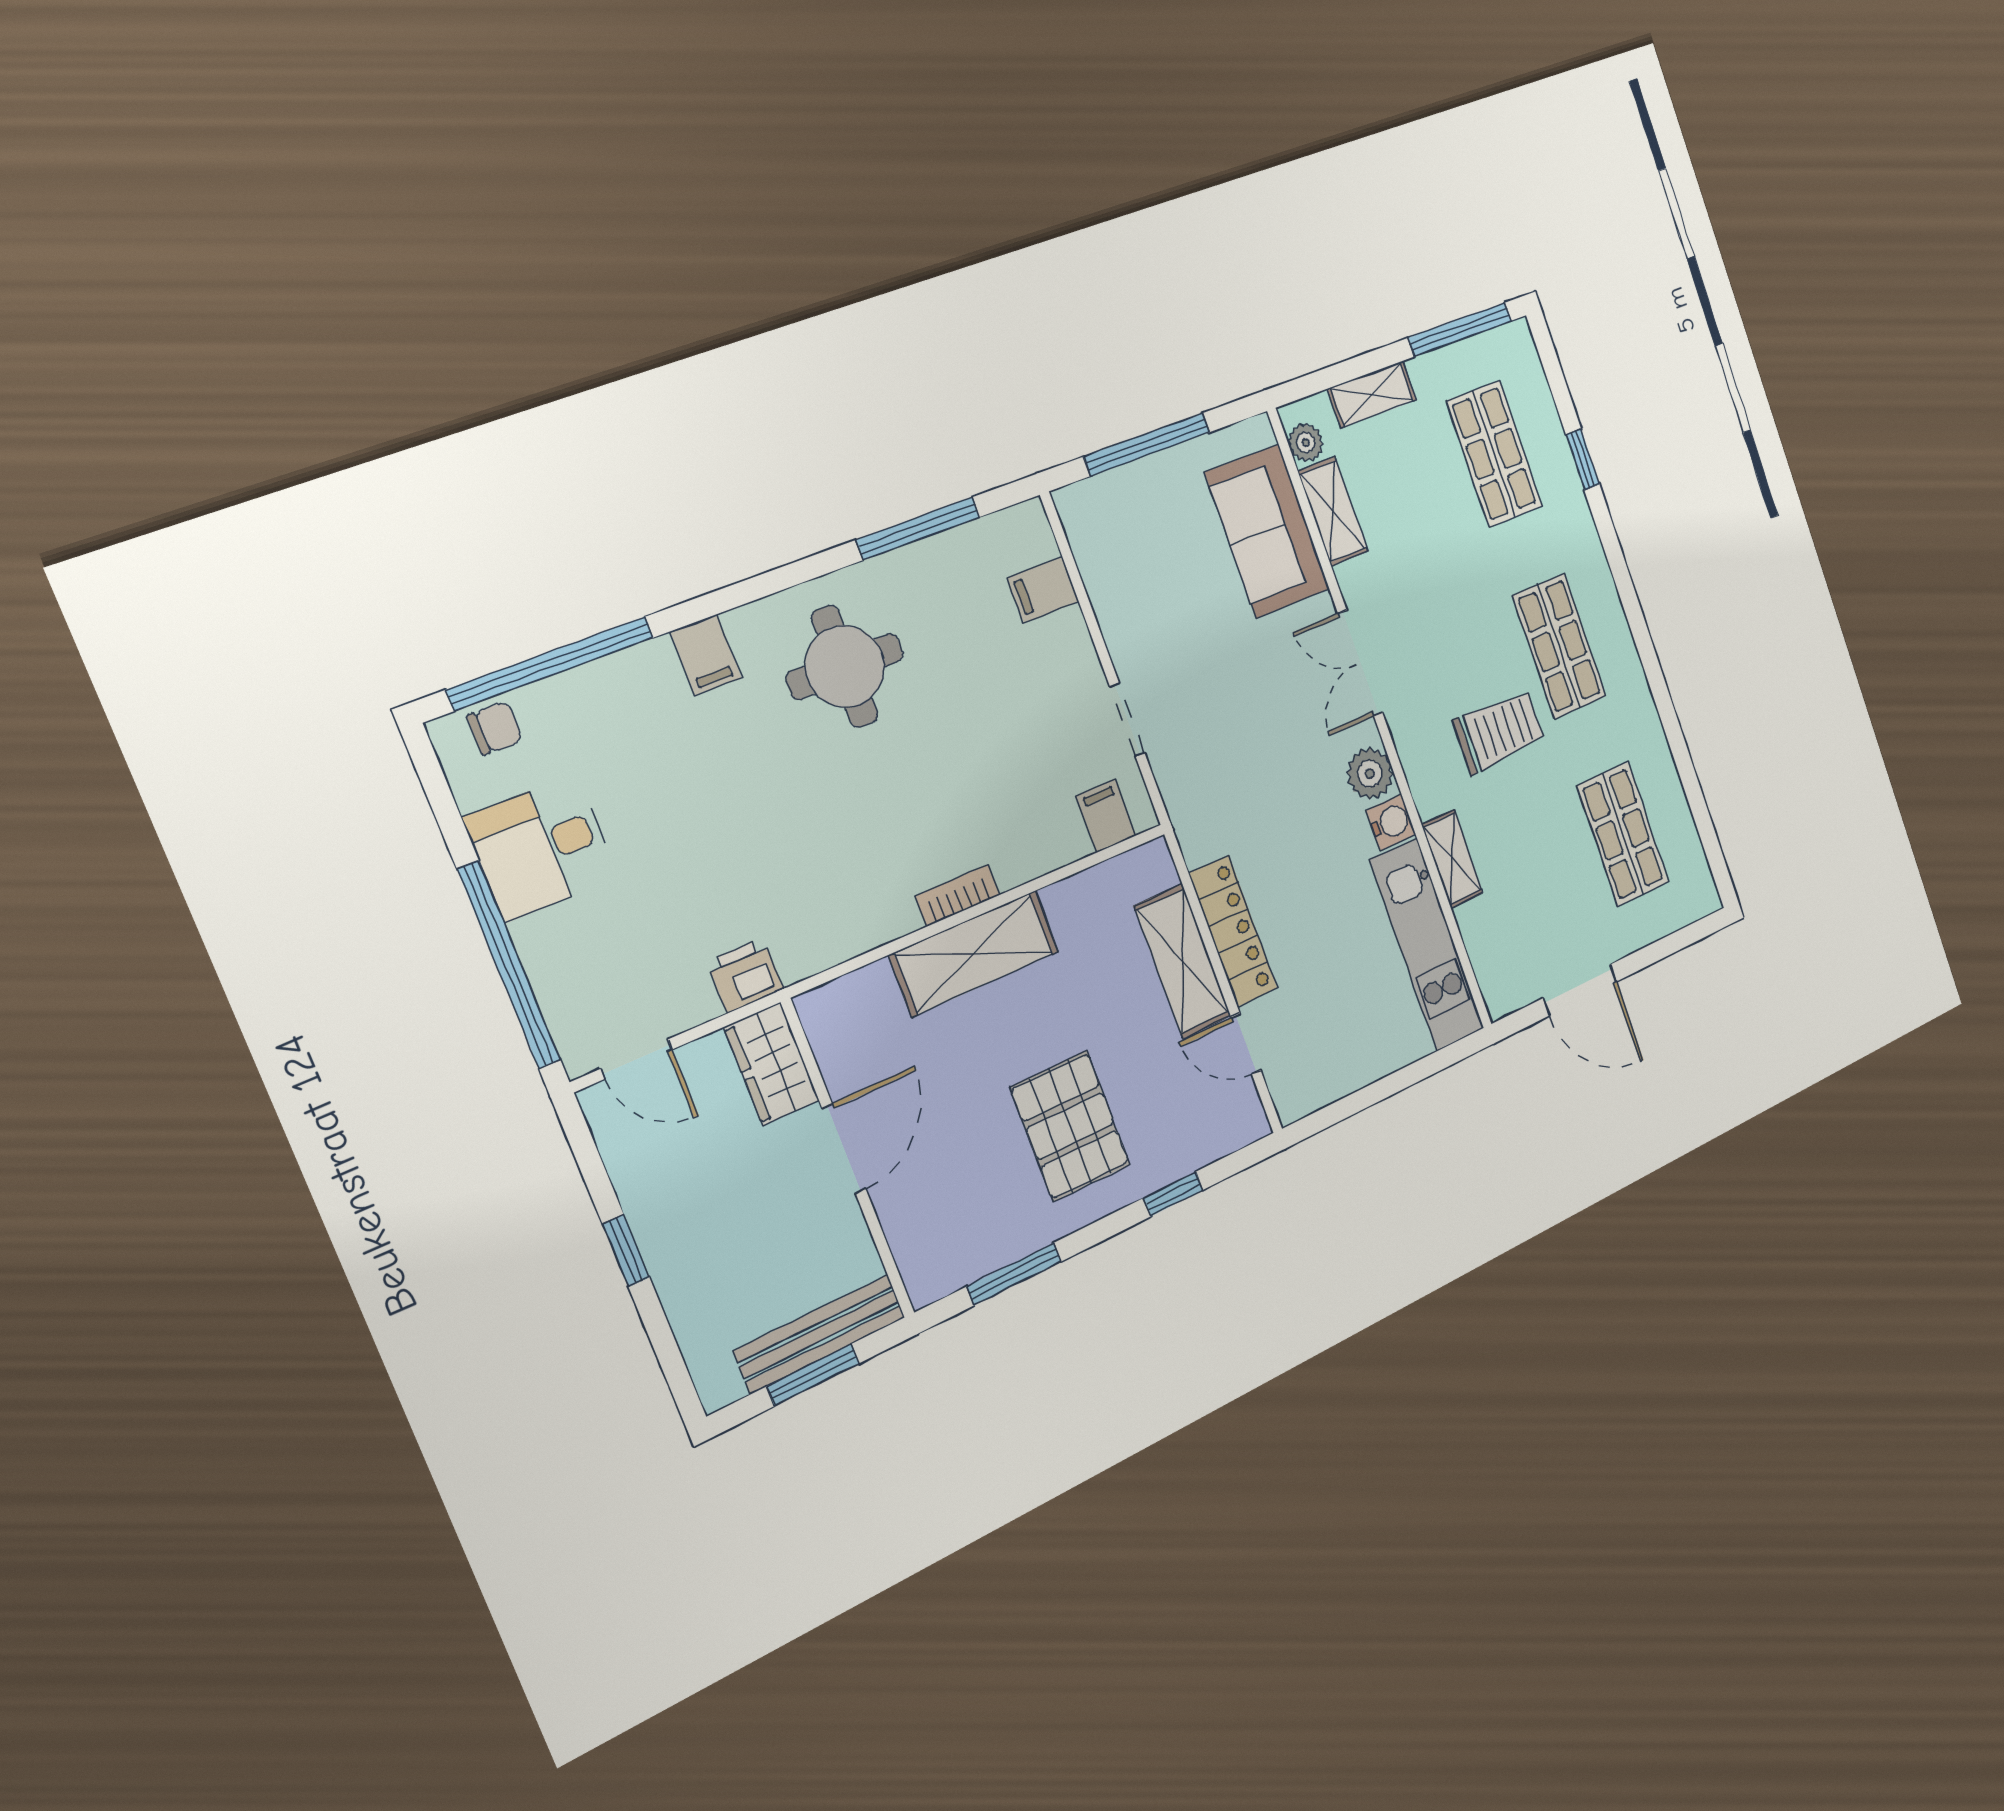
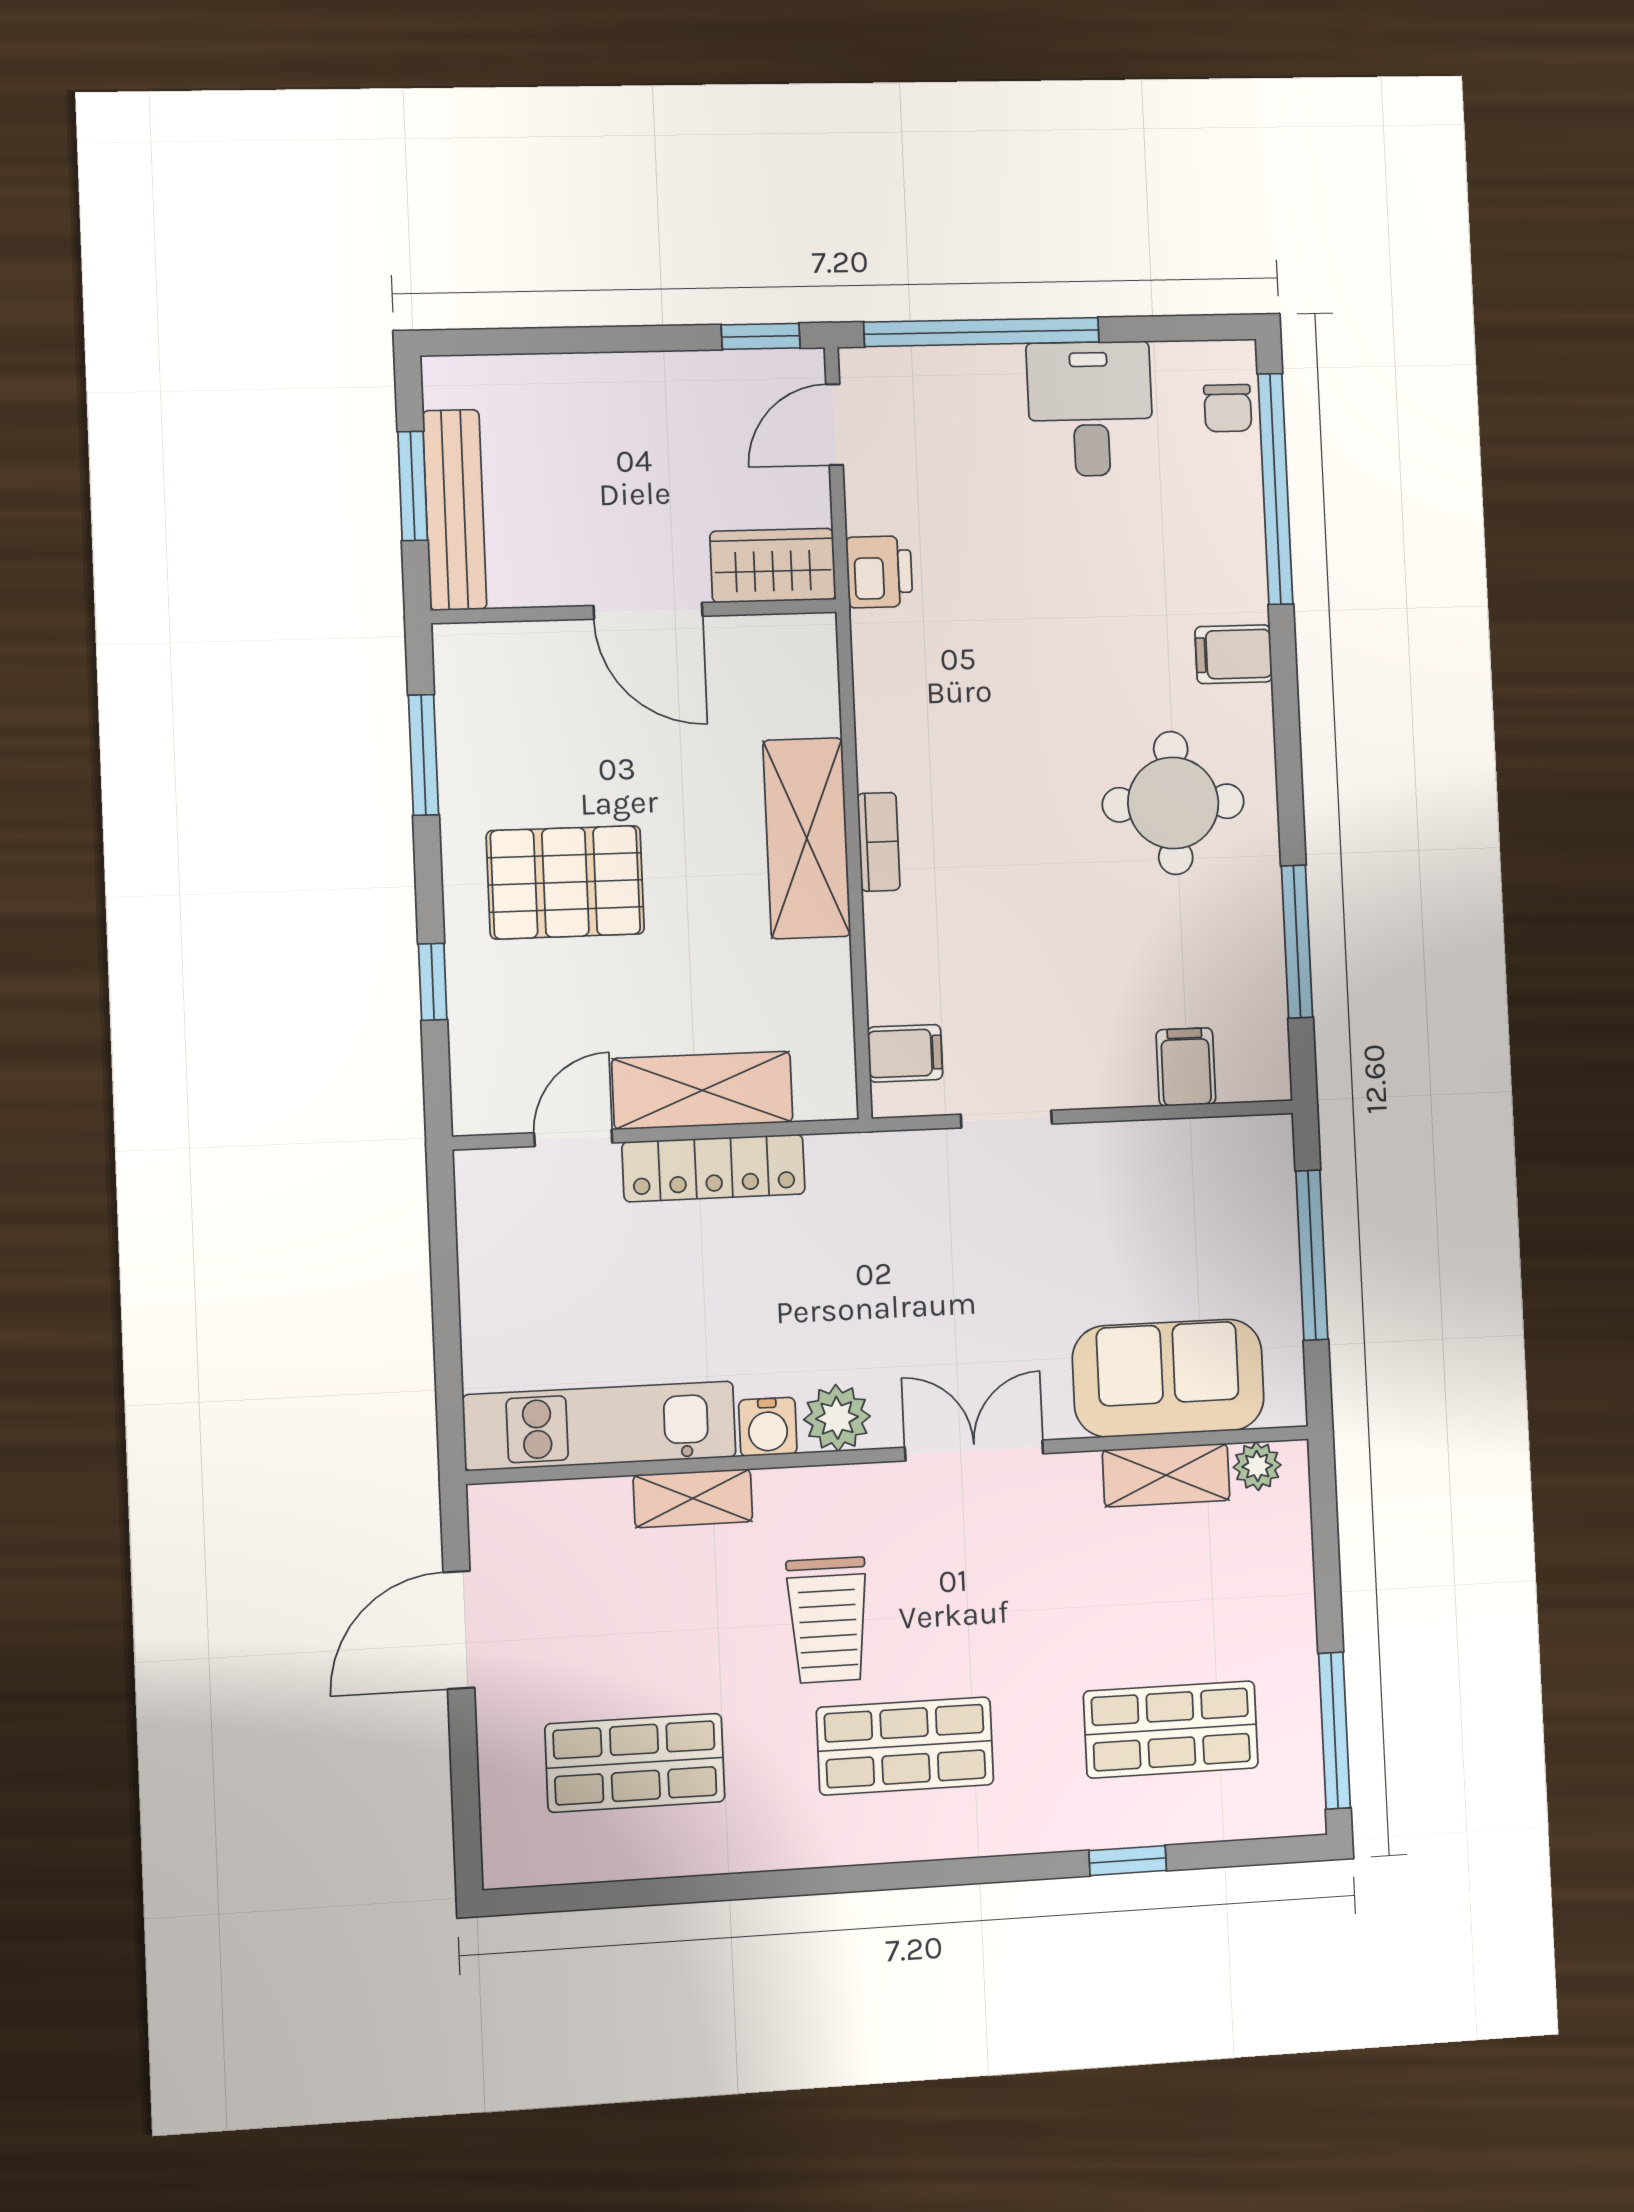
shelving: (1372, 394) -> (1289, 1578), removed
window: (626, 1251) -> (761, 336), moved

